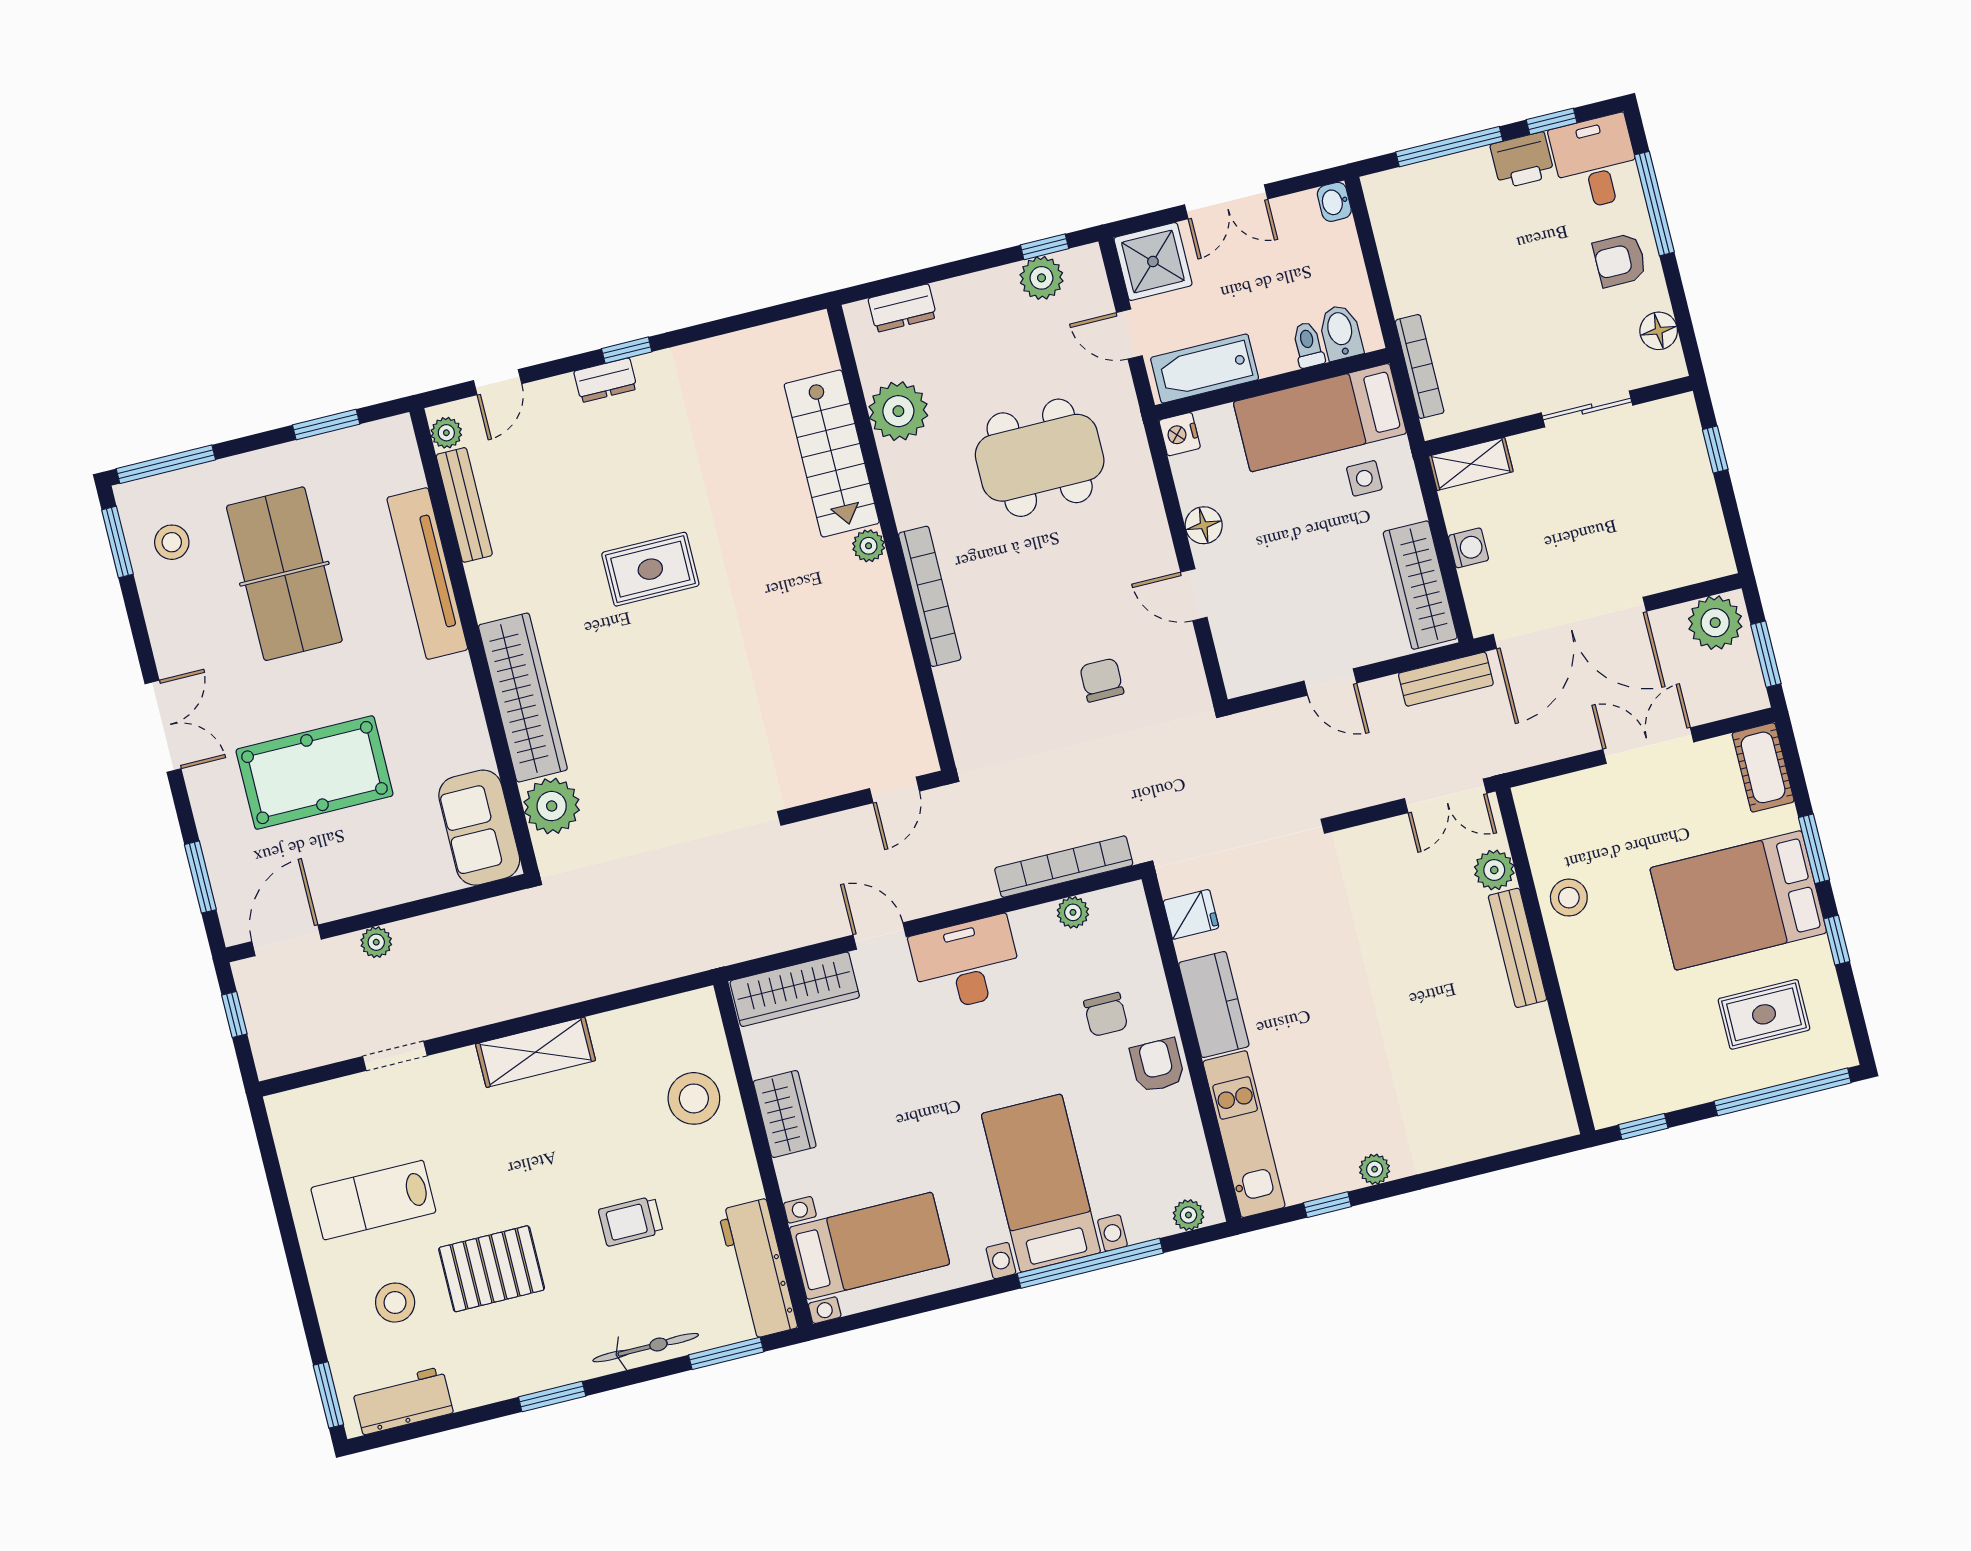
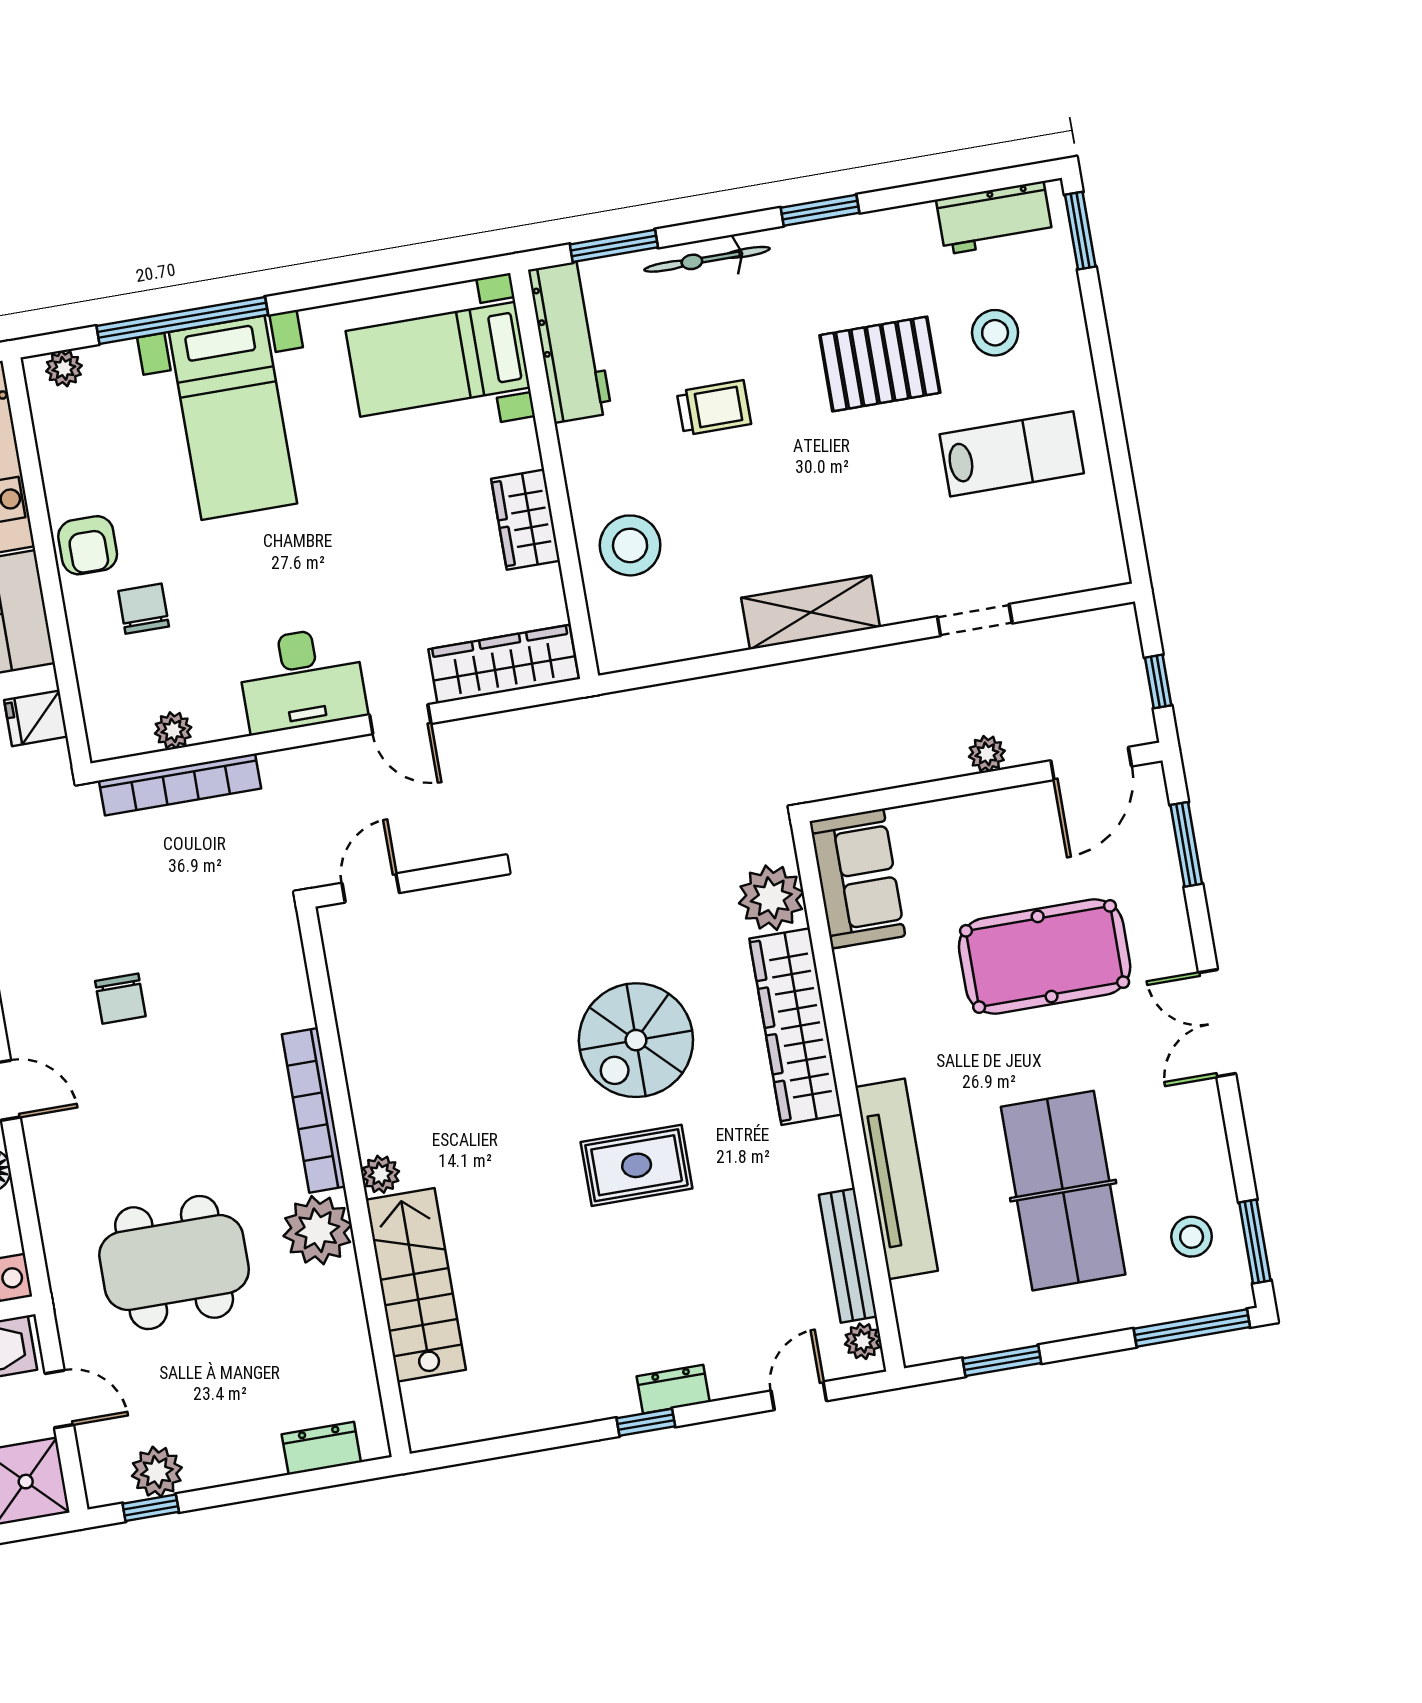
plant: (898, 411) -> (318, 1230), moved
spiral stairs: (659, 676) -> (636, 1040), added

